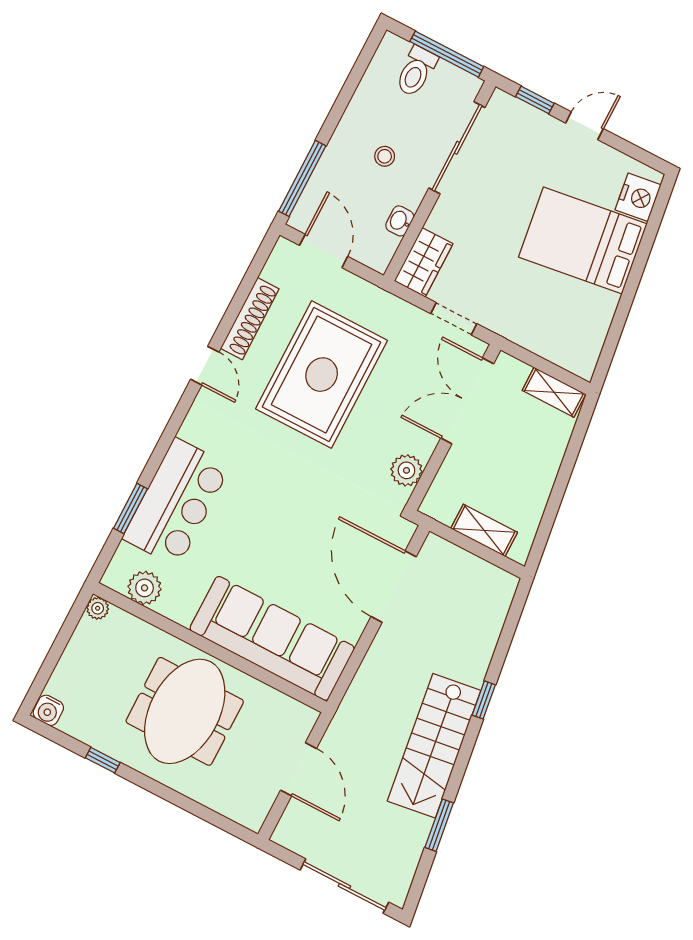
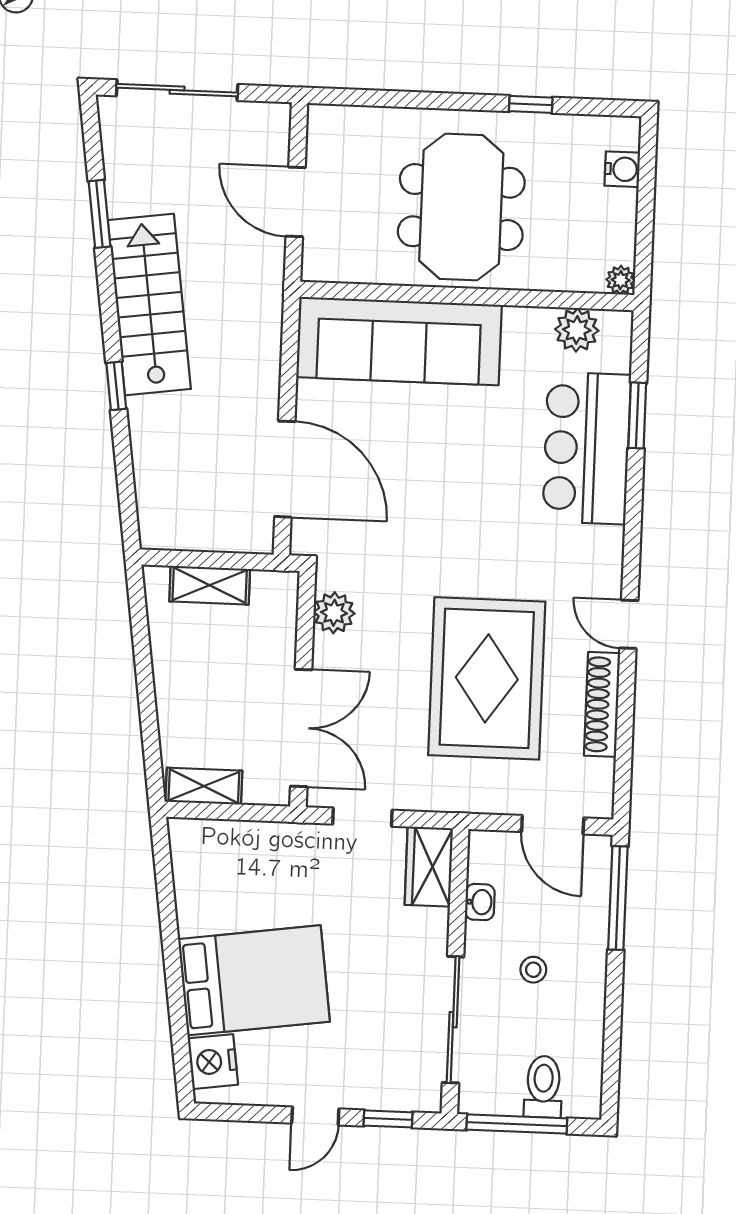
water cooler: (48, 710) -> (622, 169), moved, turned 90

